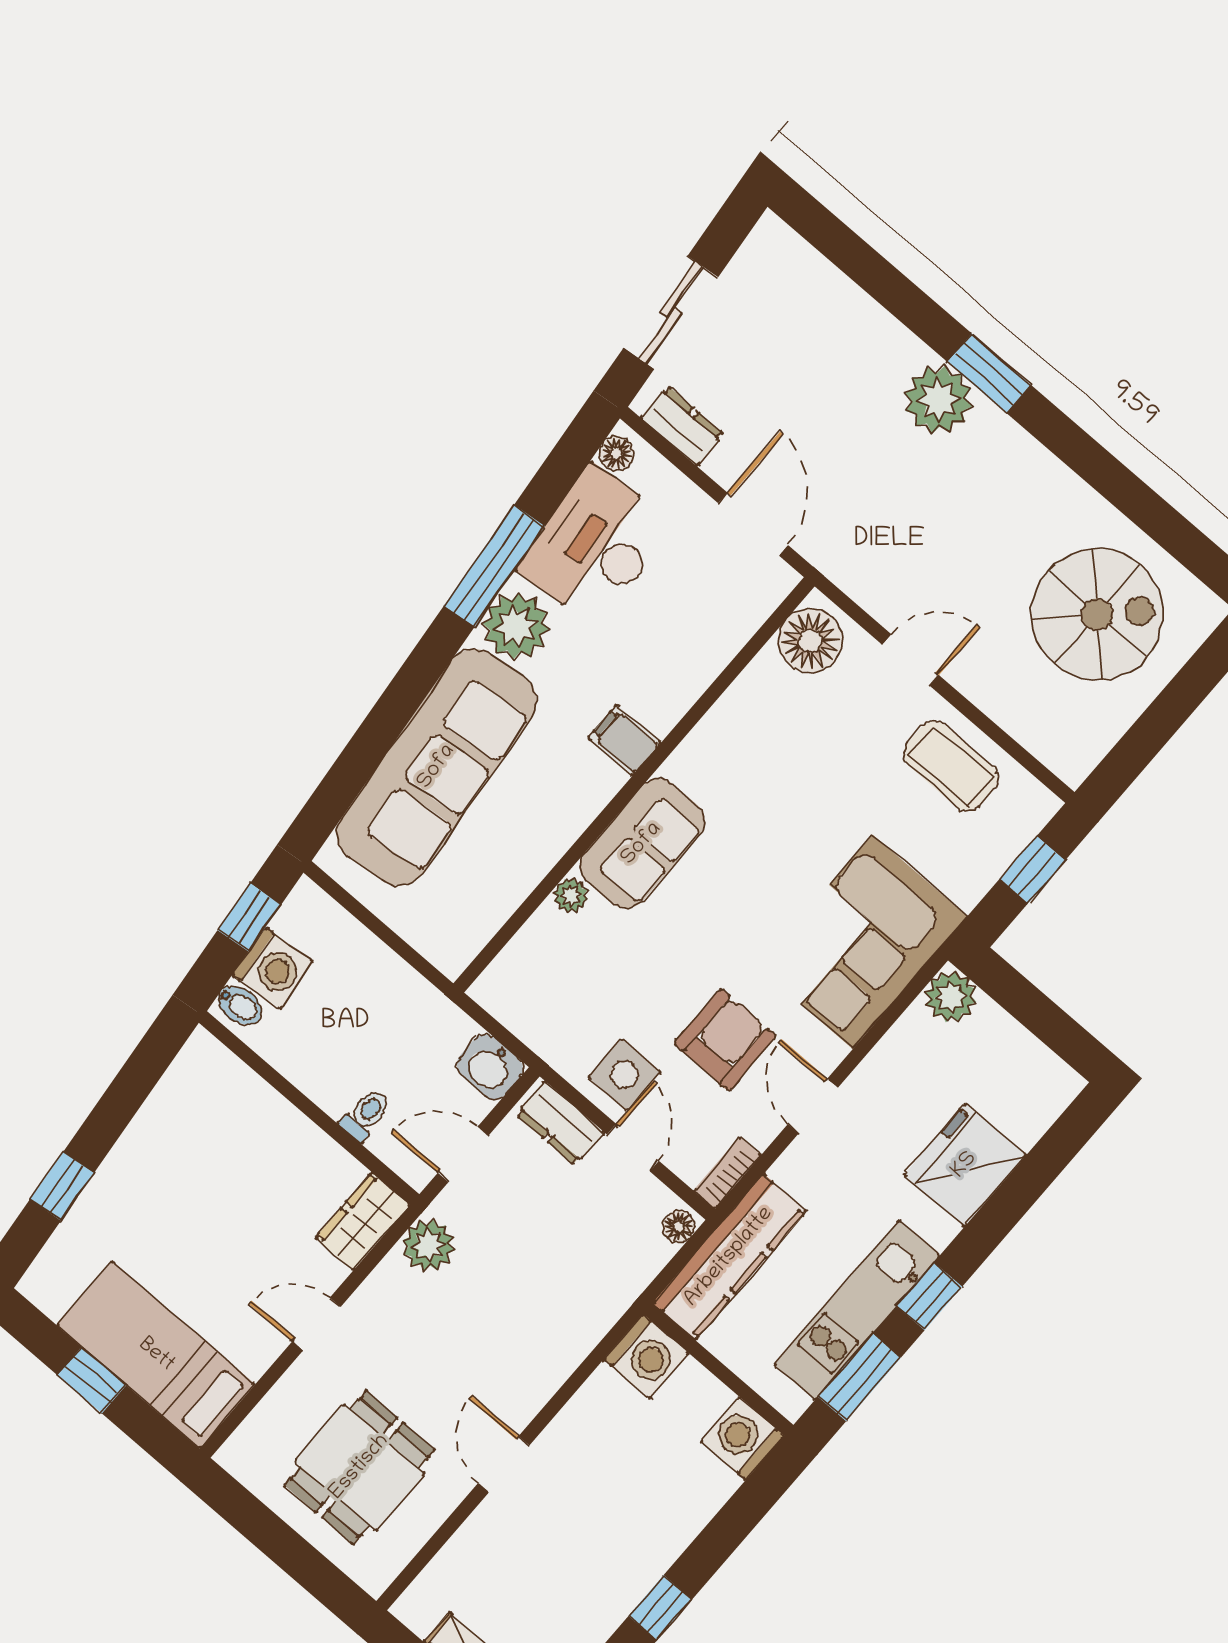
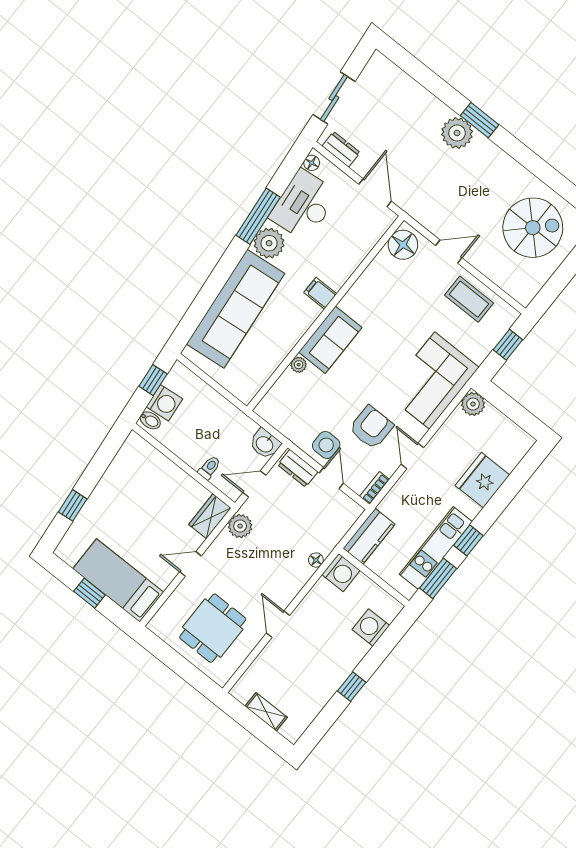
floor lamp: (679, 1226) -> (316, 560), moved
kitchen counter: (729, 1257) -> (369, 536), width x0.67
washing machine: (742, 1439) -> (371, 627), moved

